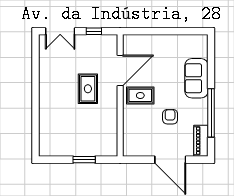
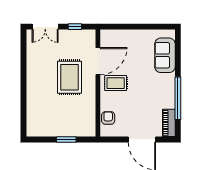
sofa: (196, 78) -> (165, 55), moved
rug: (88, 89) -> (70, 77), width x1.36, depth x1.43
armchair: (170, 117) -> (108, 118), moved

